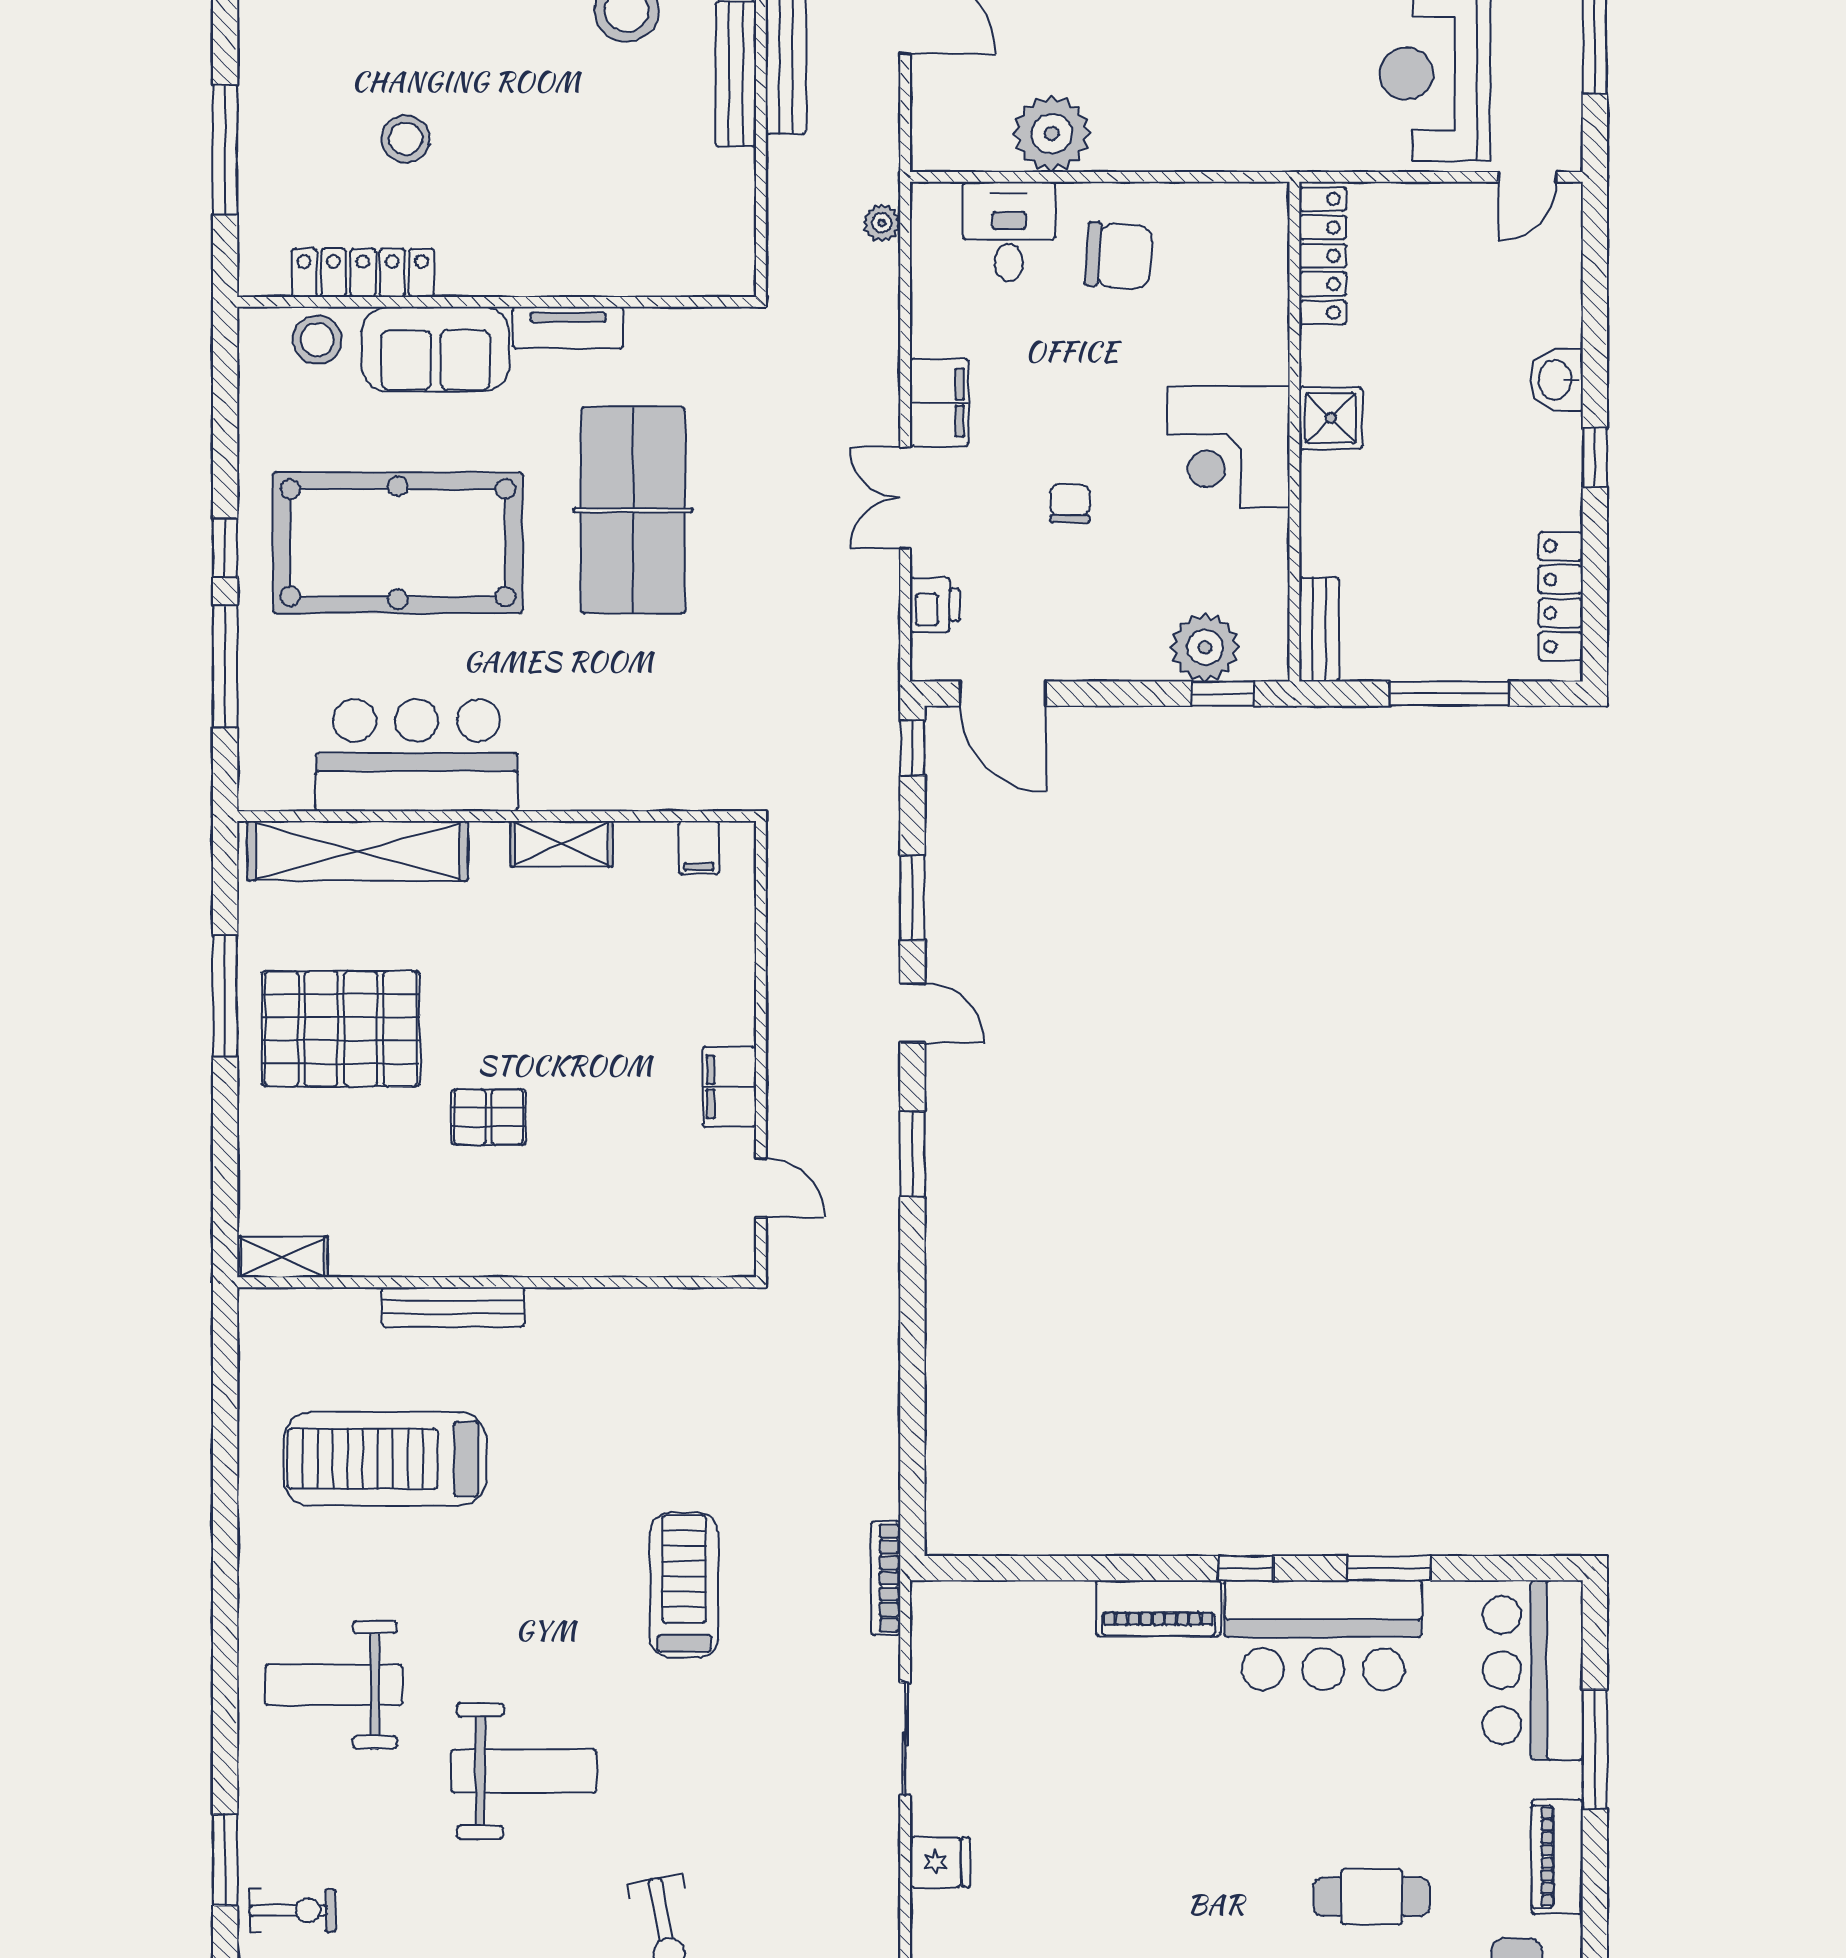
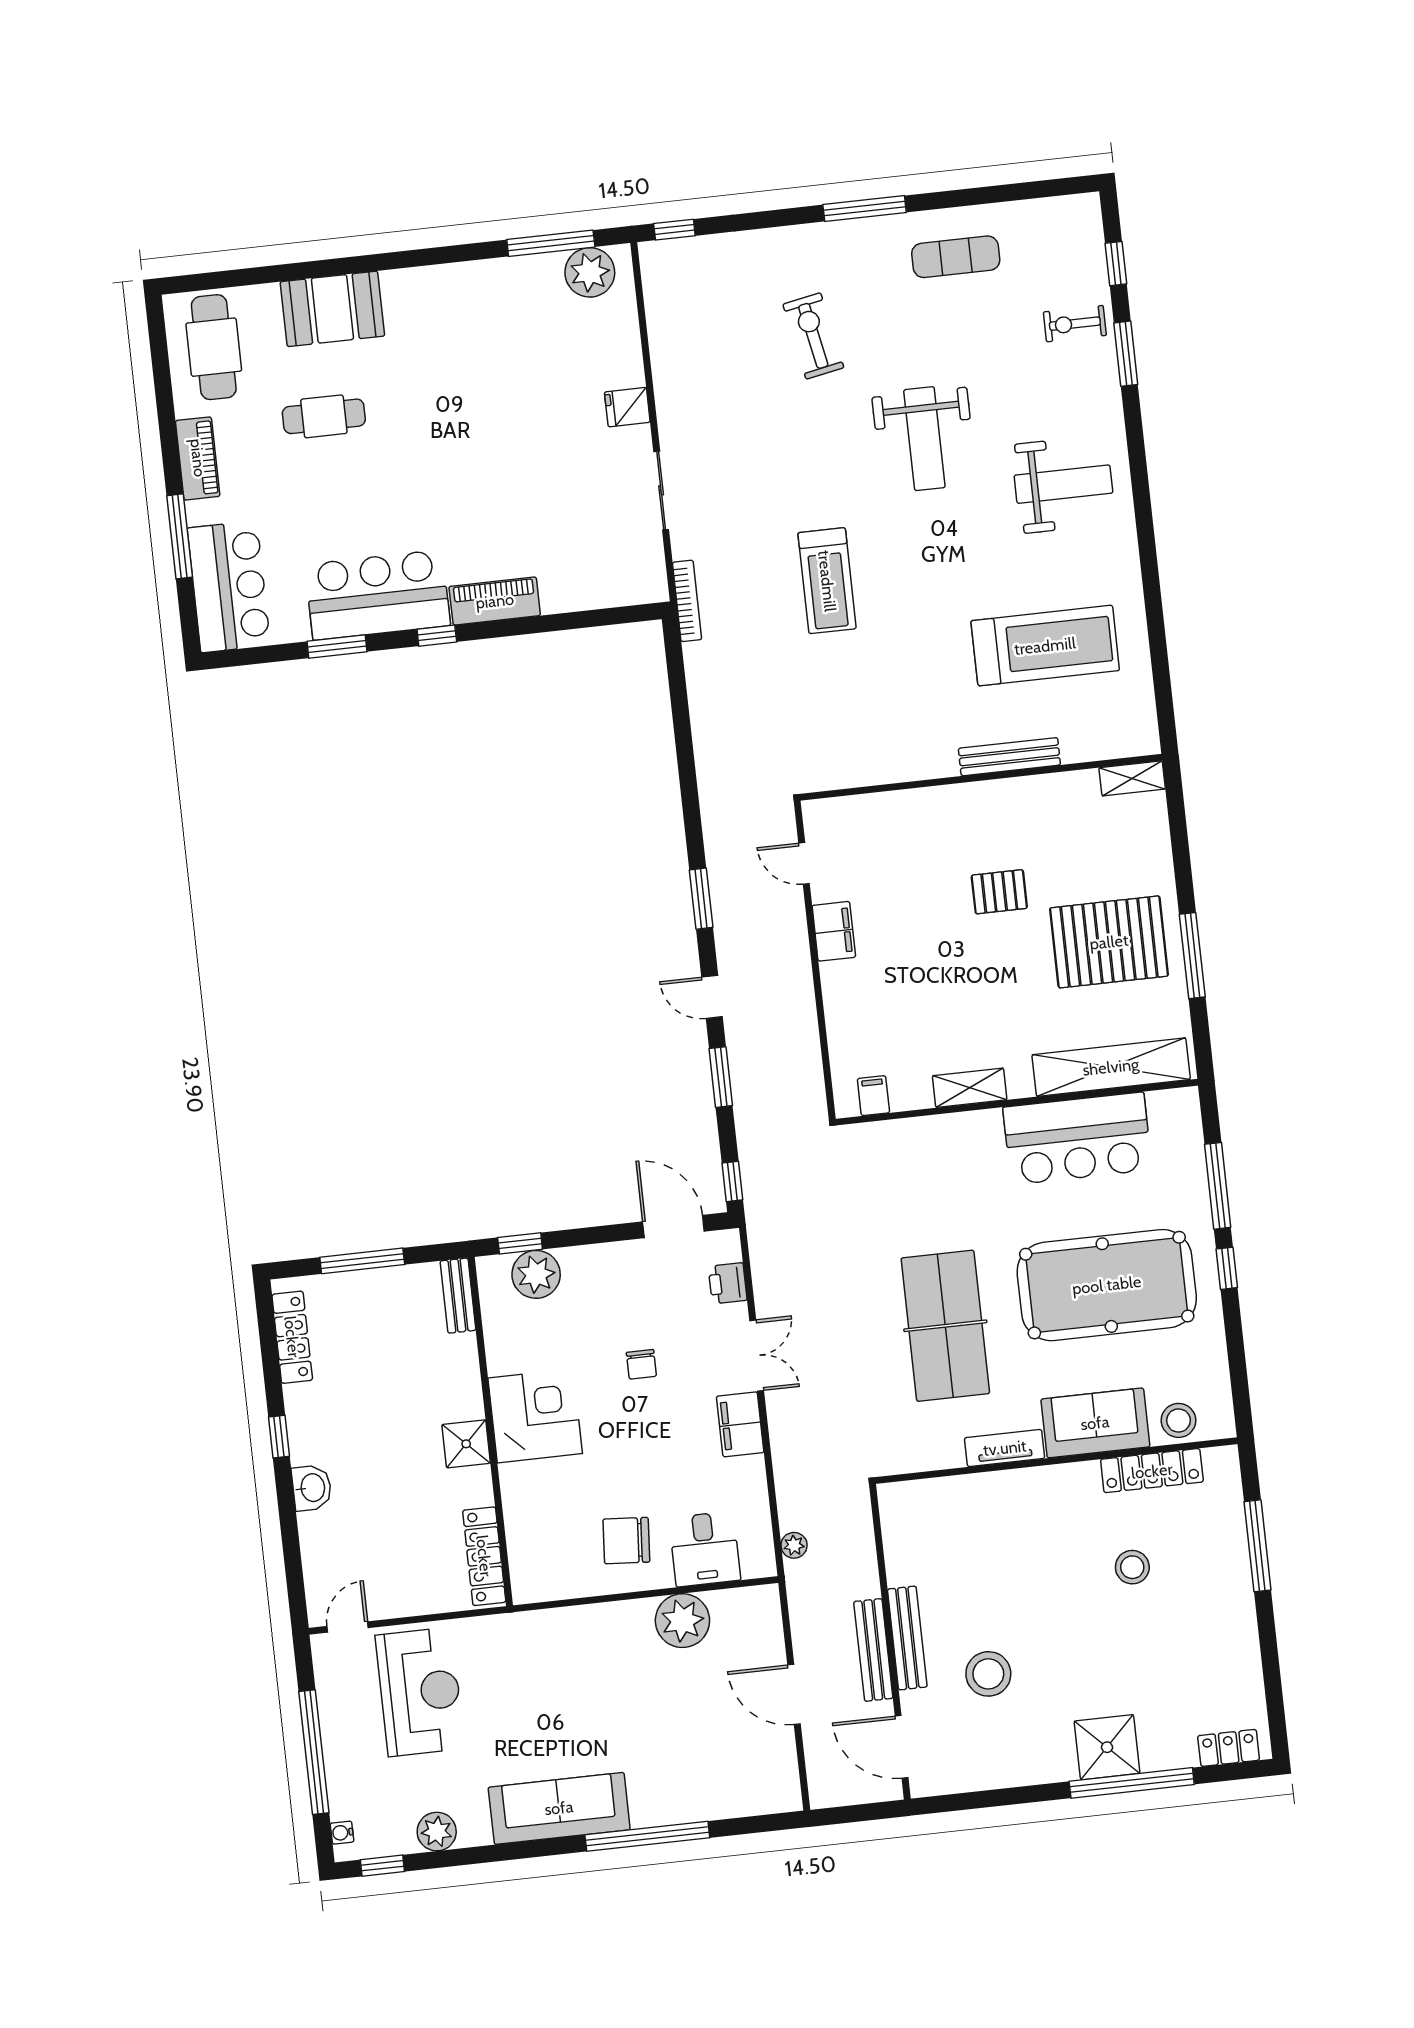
weight bench: (524, 1771) -> (924, 439), turned -90

